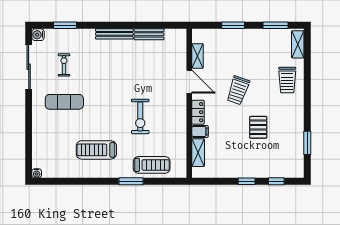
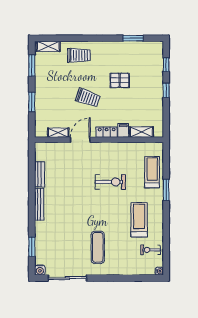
exercise bike: (64, 65) -> (151, 250), moved
treadmill: (96, 150) -> (139, 220), turned 180

